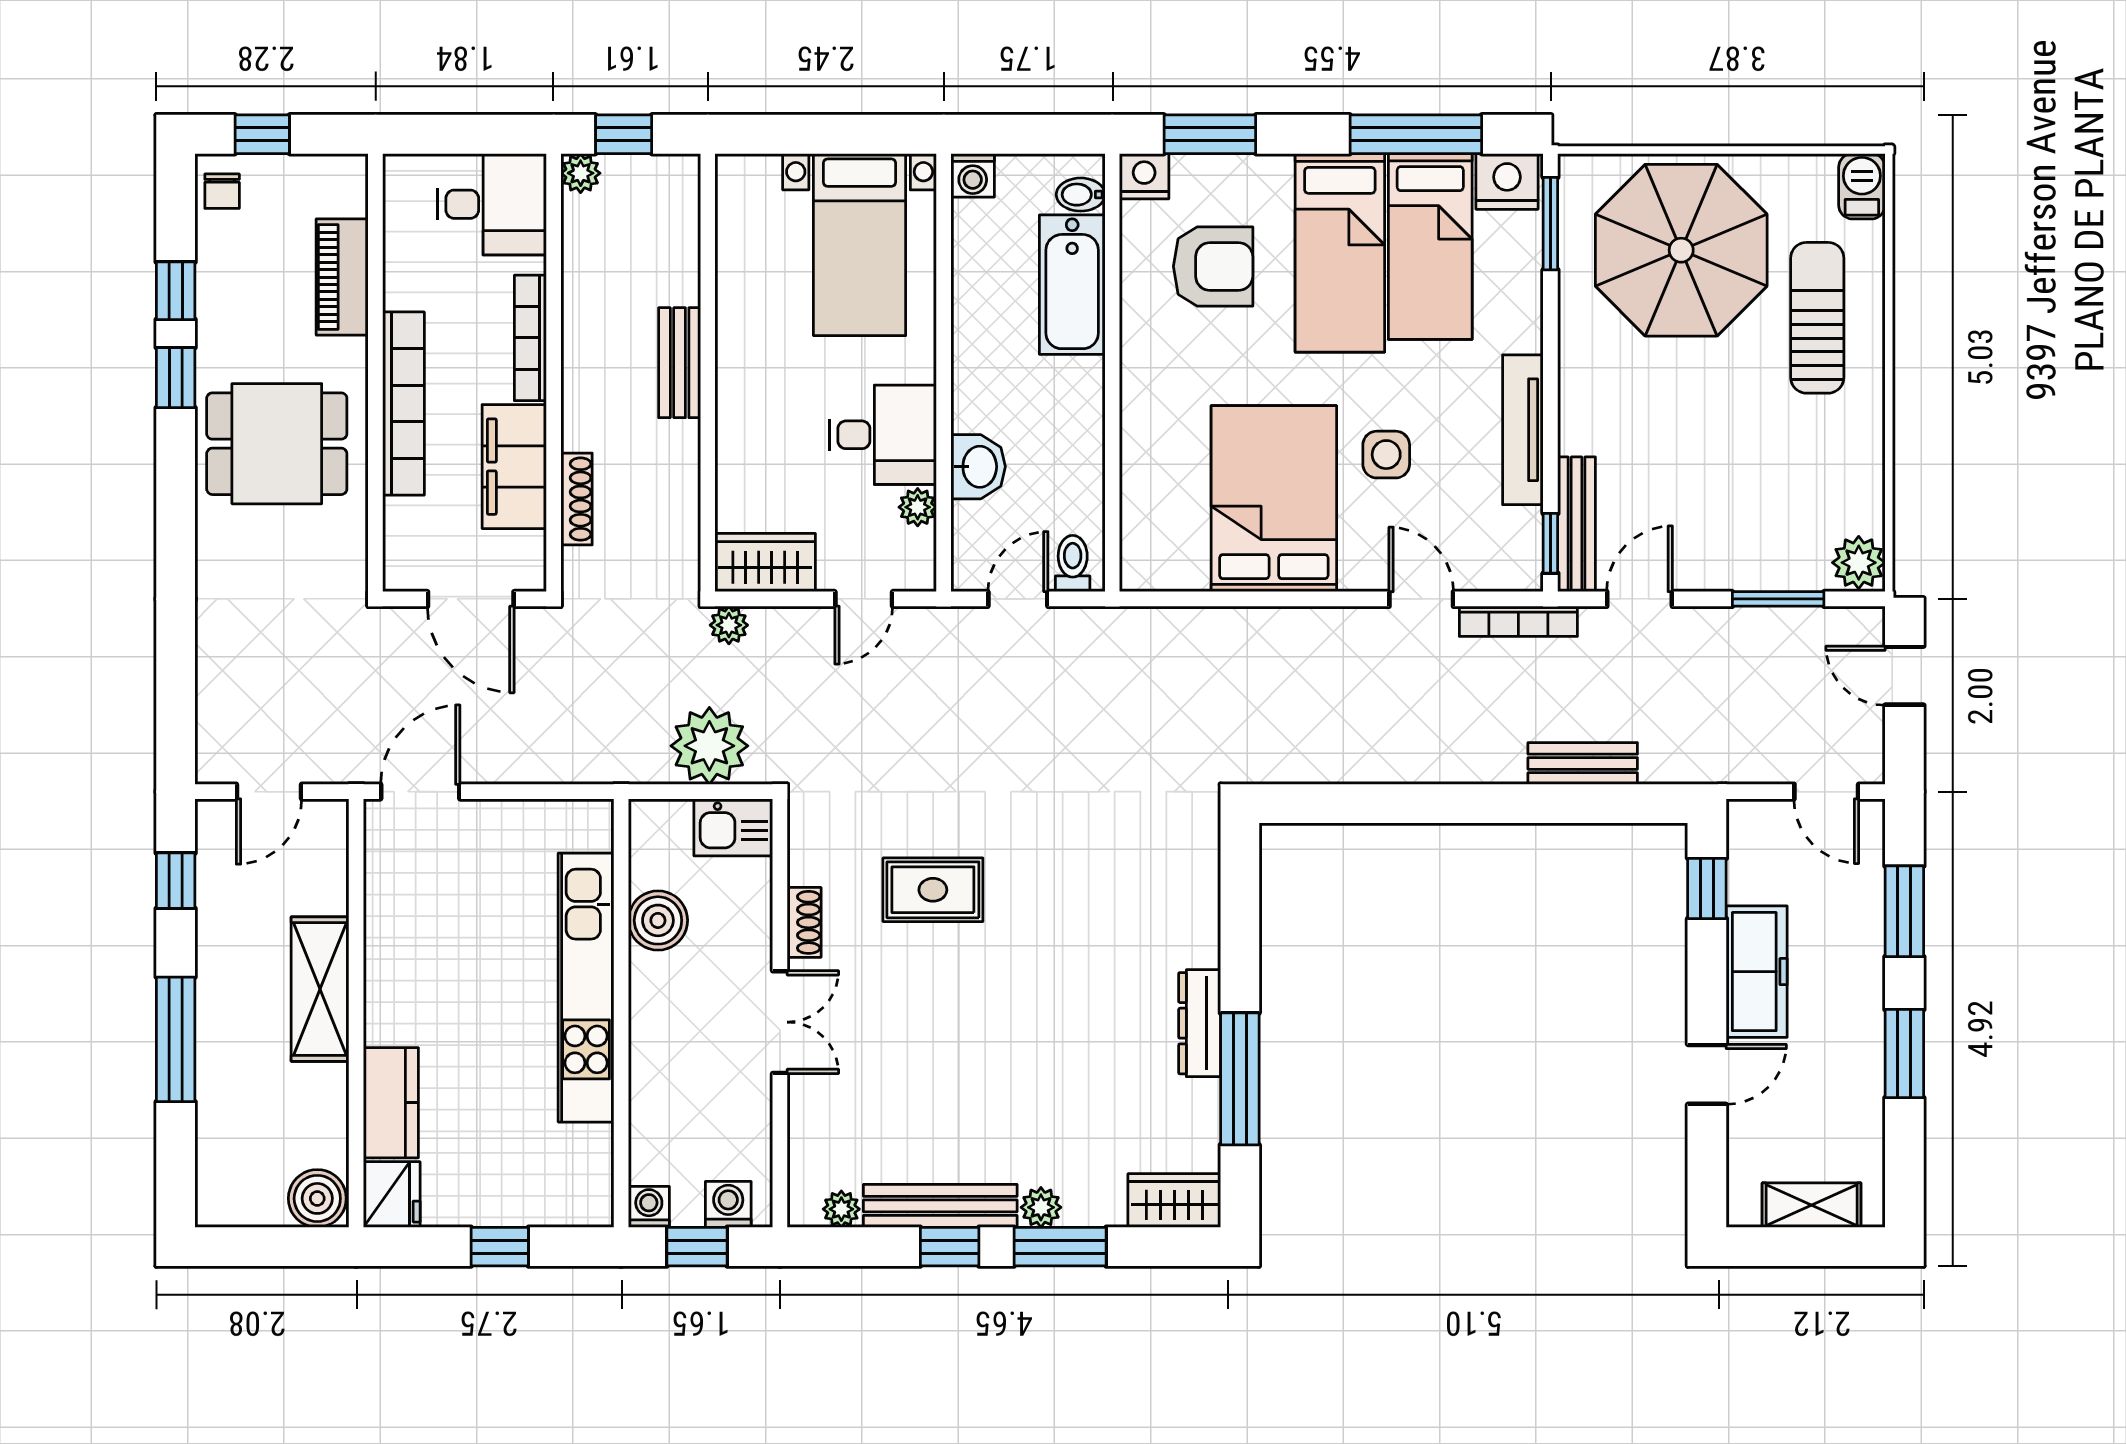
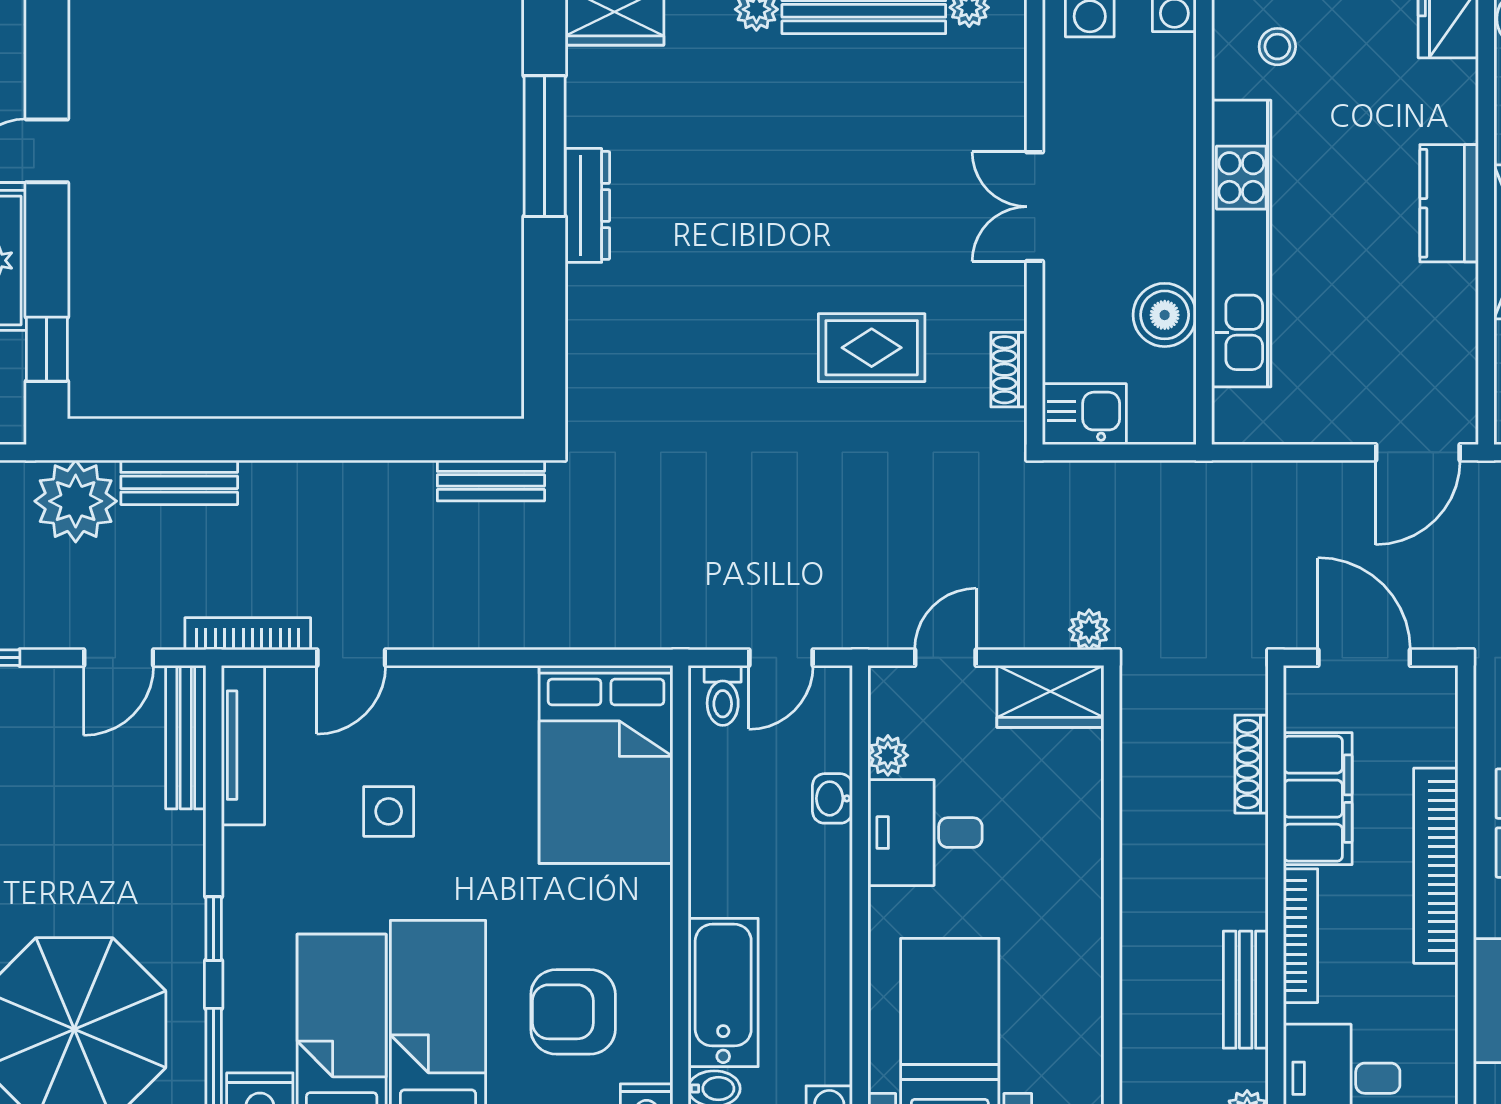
bench: (680, 363) -> (1246, 990), moved
tv unit: (1523, 430) -> (243, 745), moved
washbasin: (978, 467) -> (832, 798), width x0.72, depth x0.69
bed: (1274, 499) -> (606, 764), moved
window: (1550, 543) -> (214, 929), moved
door: (1421, 599) -> (351, 658), hinge flipped
plant: (709, 746) -> (76, 501), moved
bench: (1290, 765) -> (491, 480), added
shoe rack: (804, 922) -> (1009, 370), moved
kitchen counter: (391, 1103) -> (1449, 203), moved
stool: (552, 1172) -> (1277, 47), added

